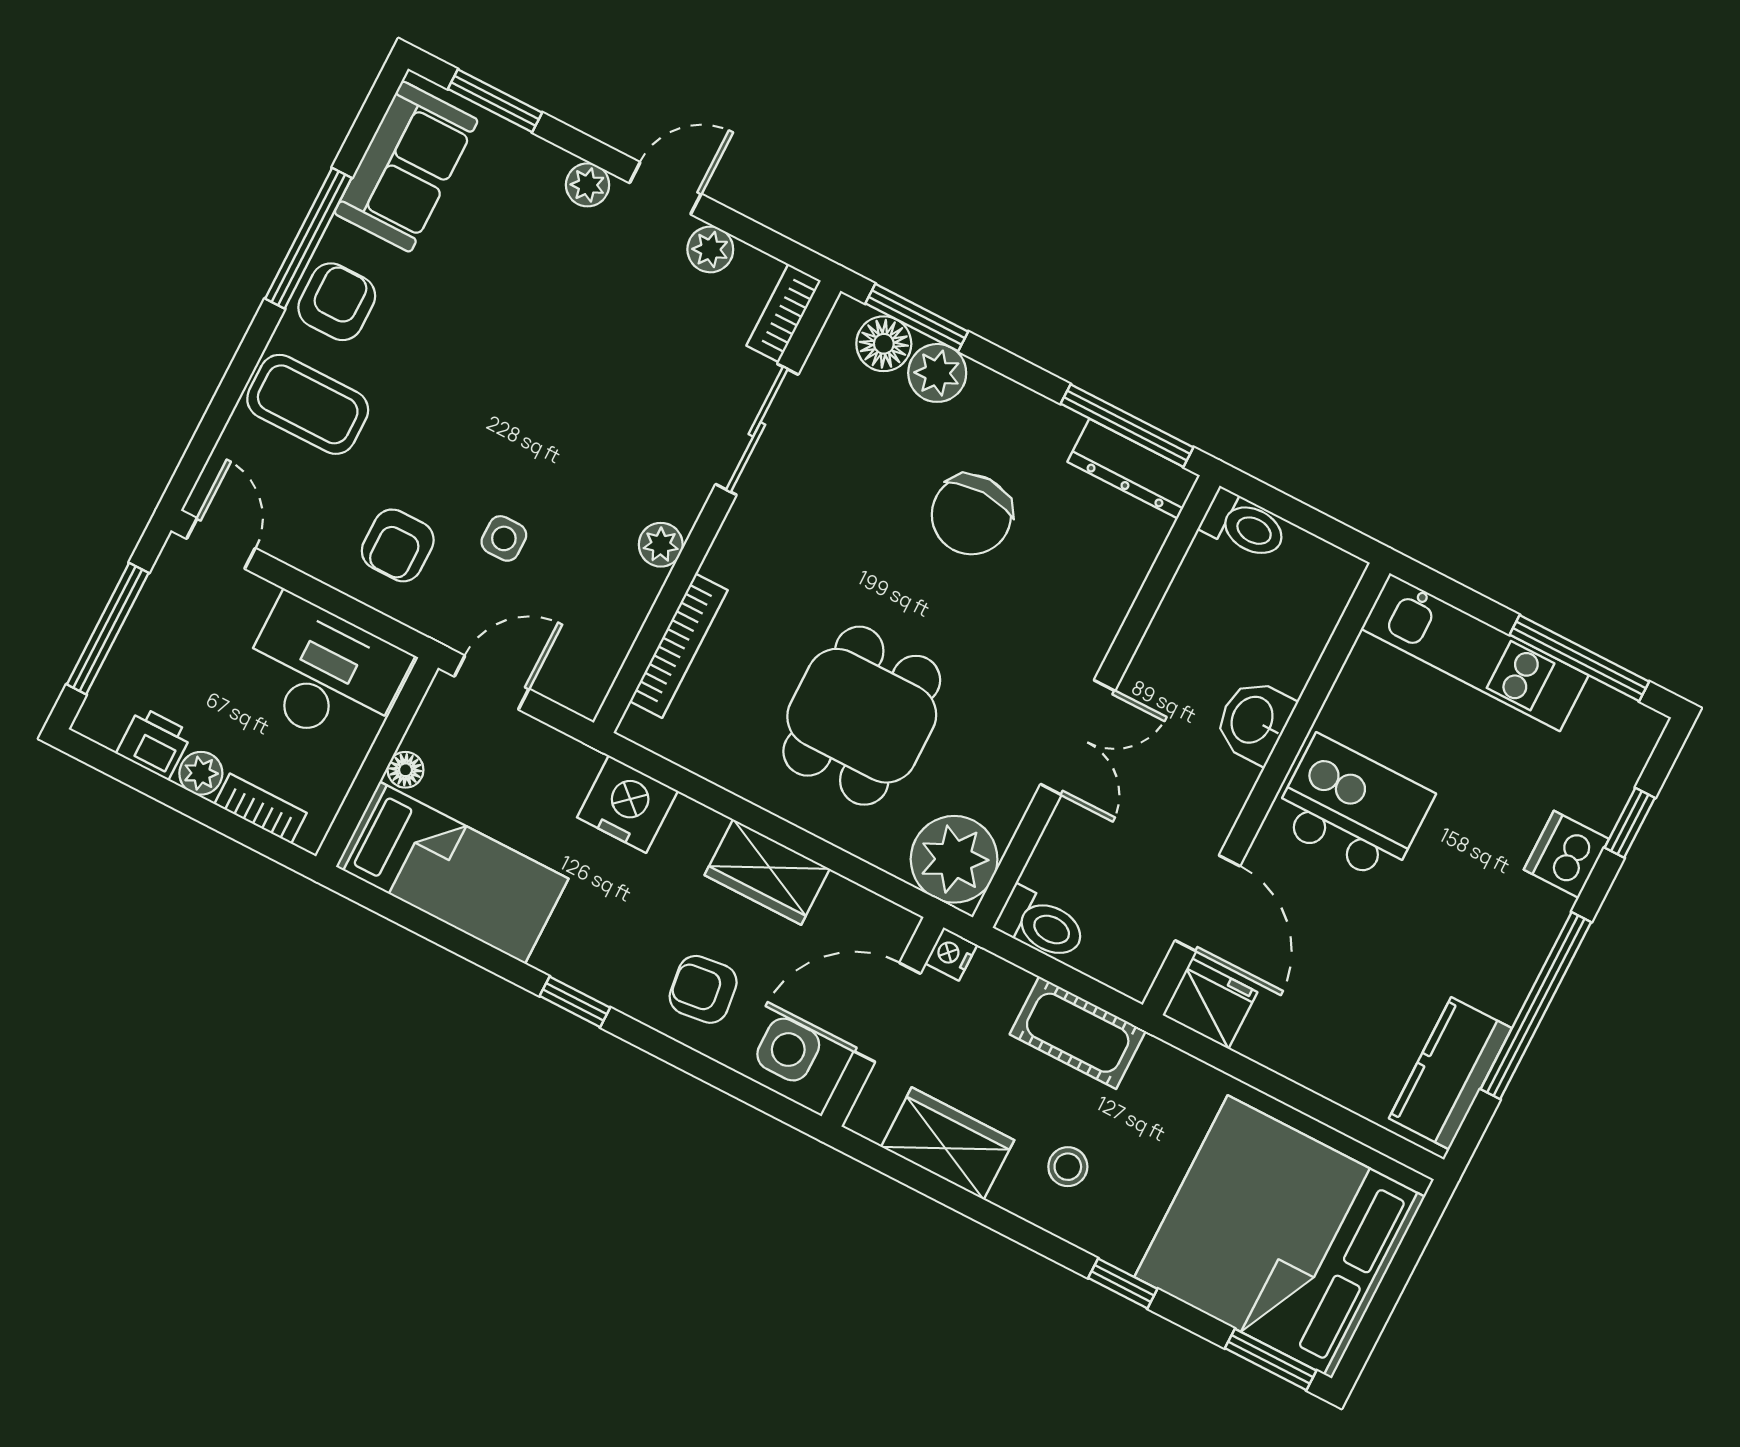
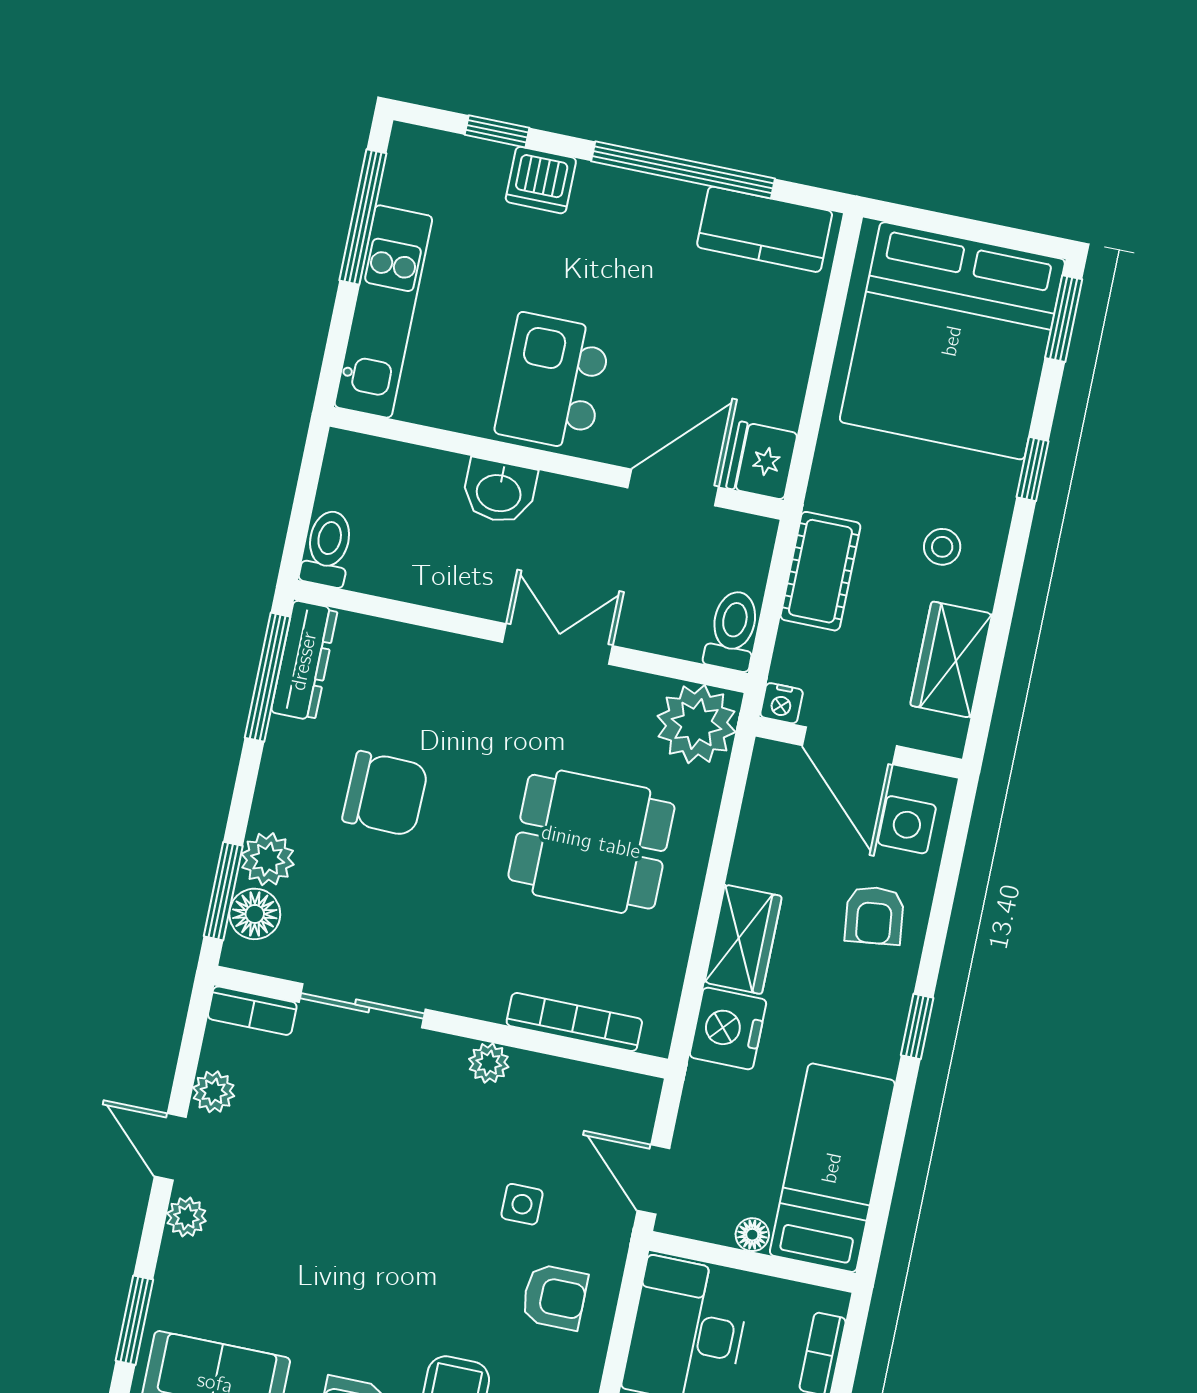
wardrobe: (767, 872) -> (743, 939), moved

